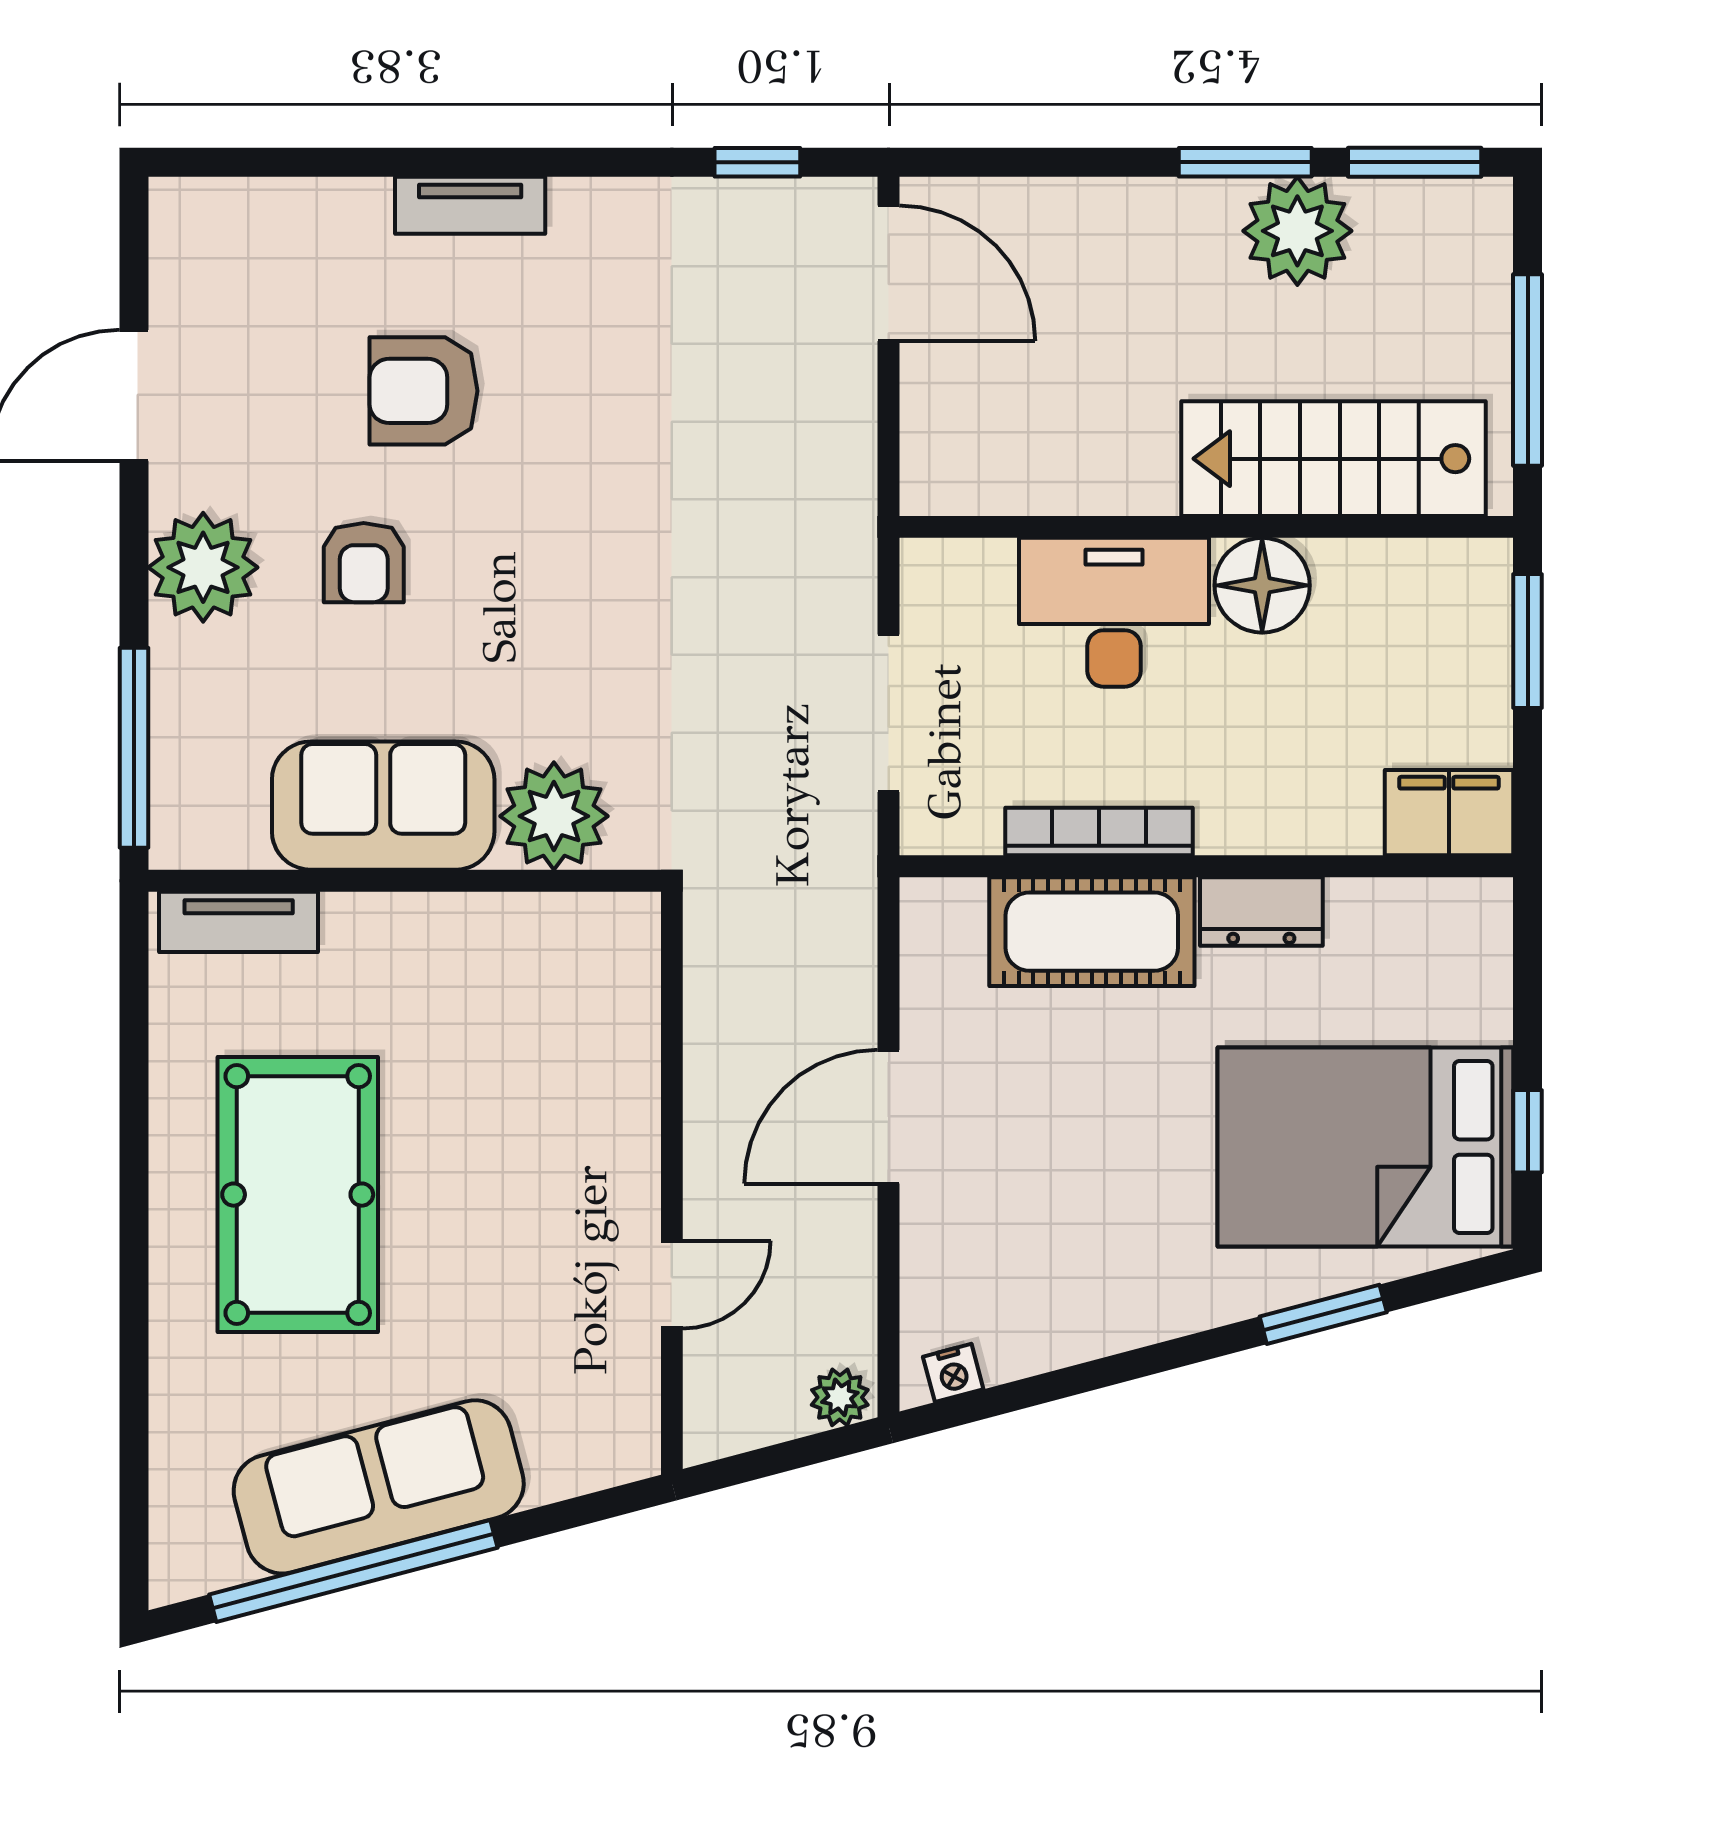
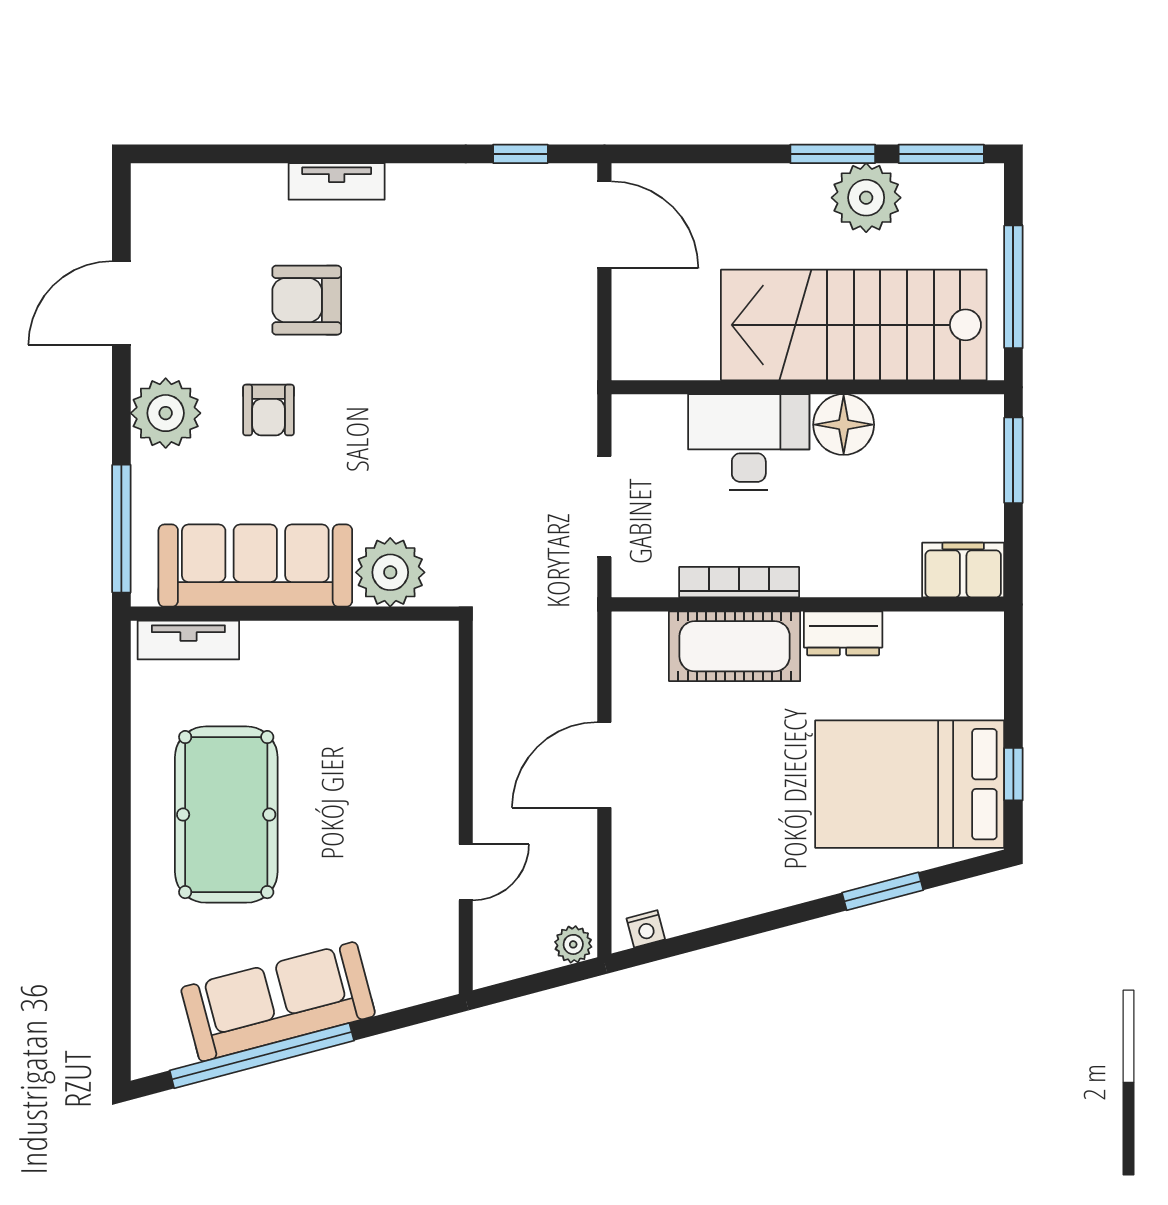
stairs: (1334, 459) -> (854, 325), width x1.36, depth x1.51
sofa: (383, 806) -> (255, 566), width x1.36

